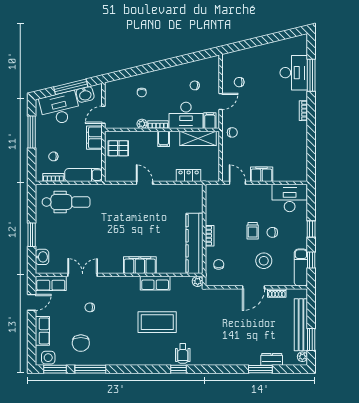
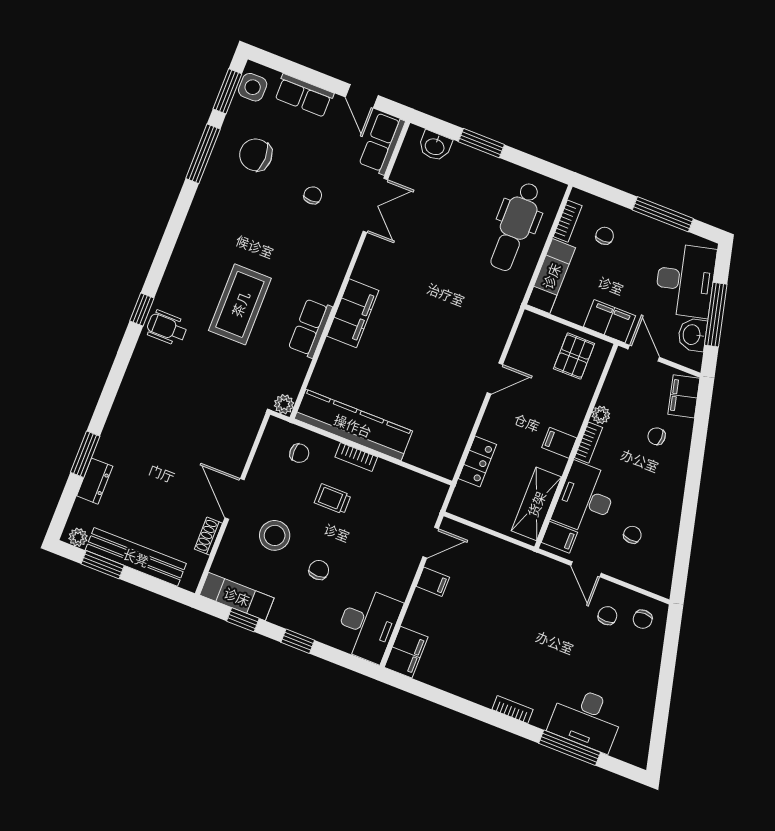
filing cabinet: (117, 87) -> (684, 396), added
chair: (232, 132) -> (643, 619), moved
filing cabinet: (262, 174) -> (433, 582), width x0.50
filing cabinet: (296, 174) -> (406, 652), added
trolley: (253, 231) -> (333, 499), moved

